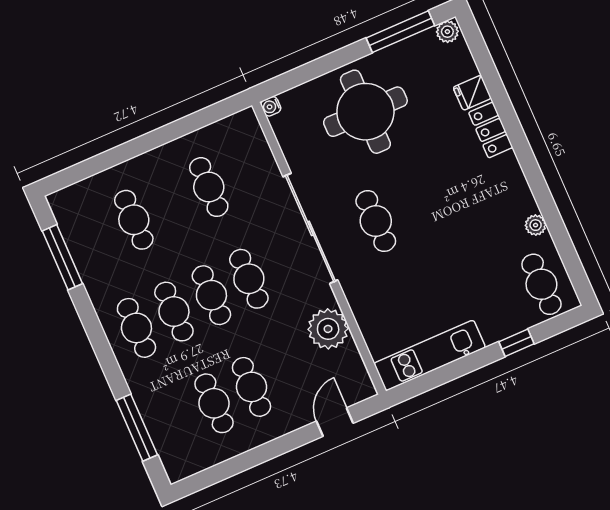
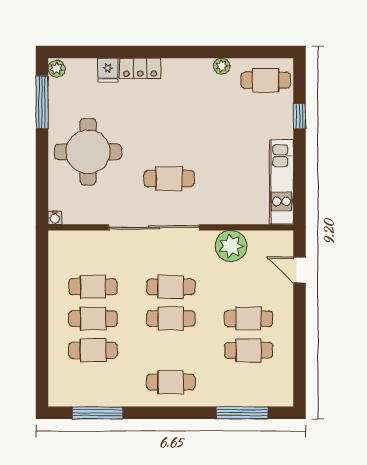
cafe table: (174, 312) -> (93, 319), moved

